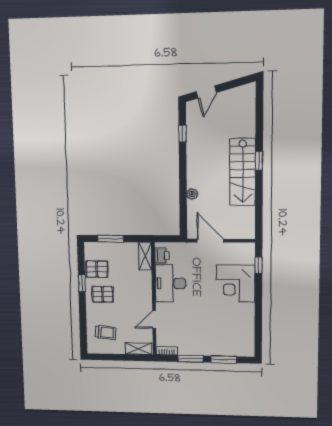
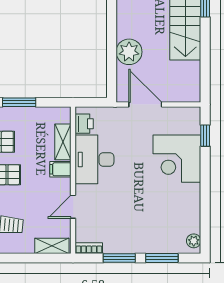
plant: (192, 194) -> (129, 52), width x1.87, depth x1.87
shelving: (145, 256) -> (63, 142), moved
filing cabinet: (144, 291) -> (60, 169), added
plant: (249, 347) -> (194, 241), added

